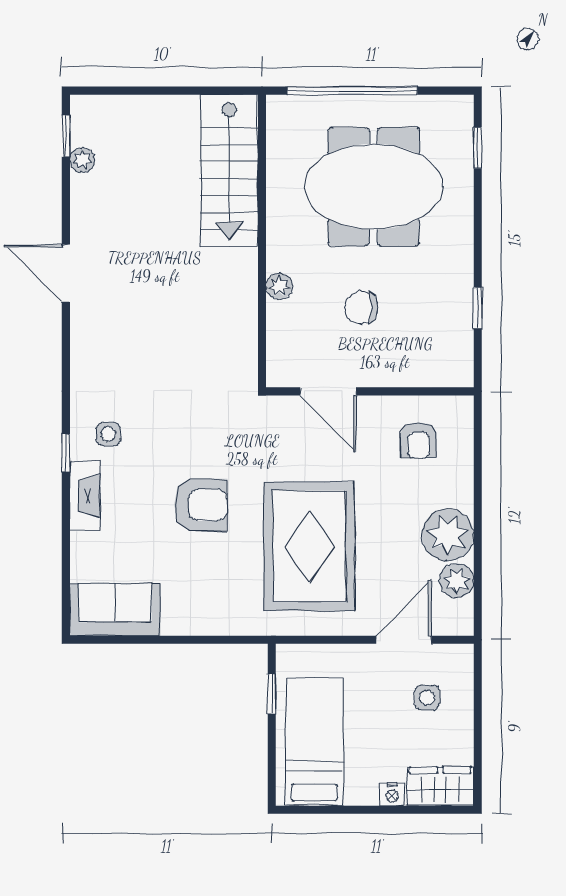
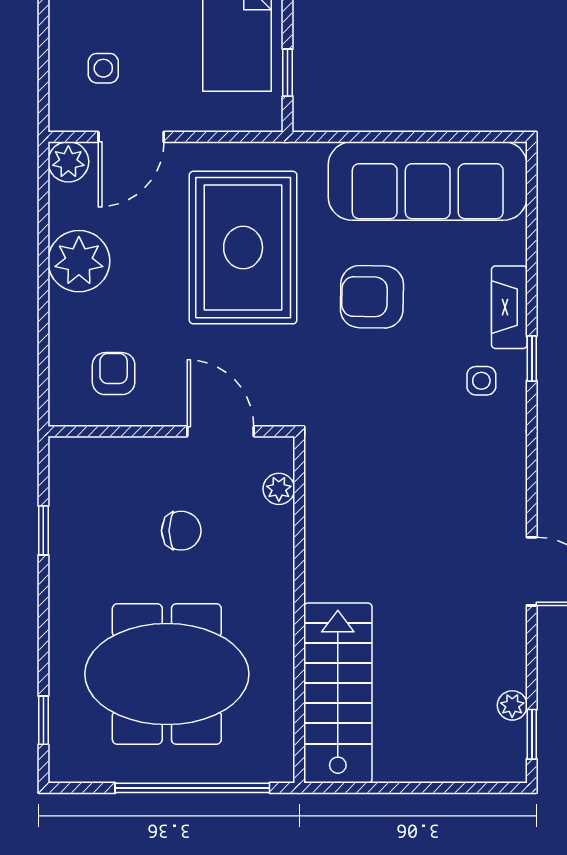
plant: (279, 286) -> (279, 489), moved
plant: (457, 581) -> (68, 162), moved
sofa: (115, 610) -> (428, 181), width x1.85, depth x1.27

